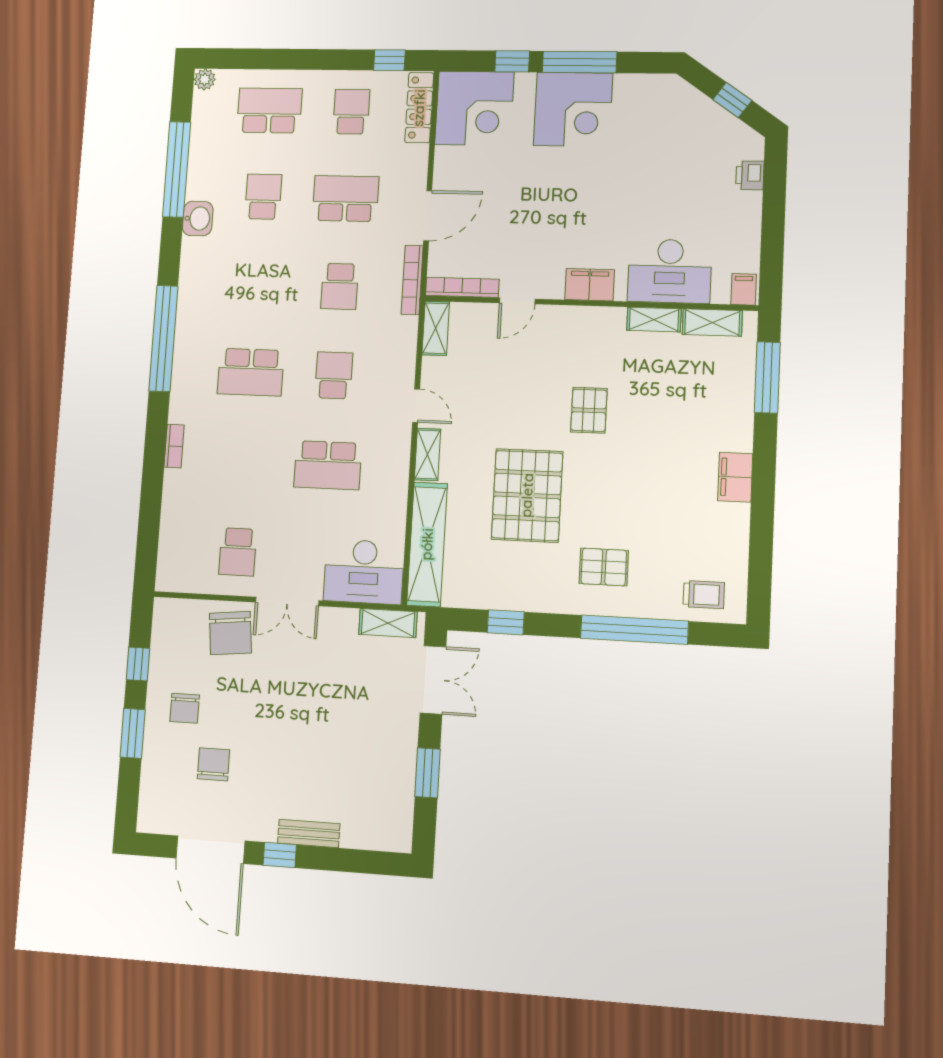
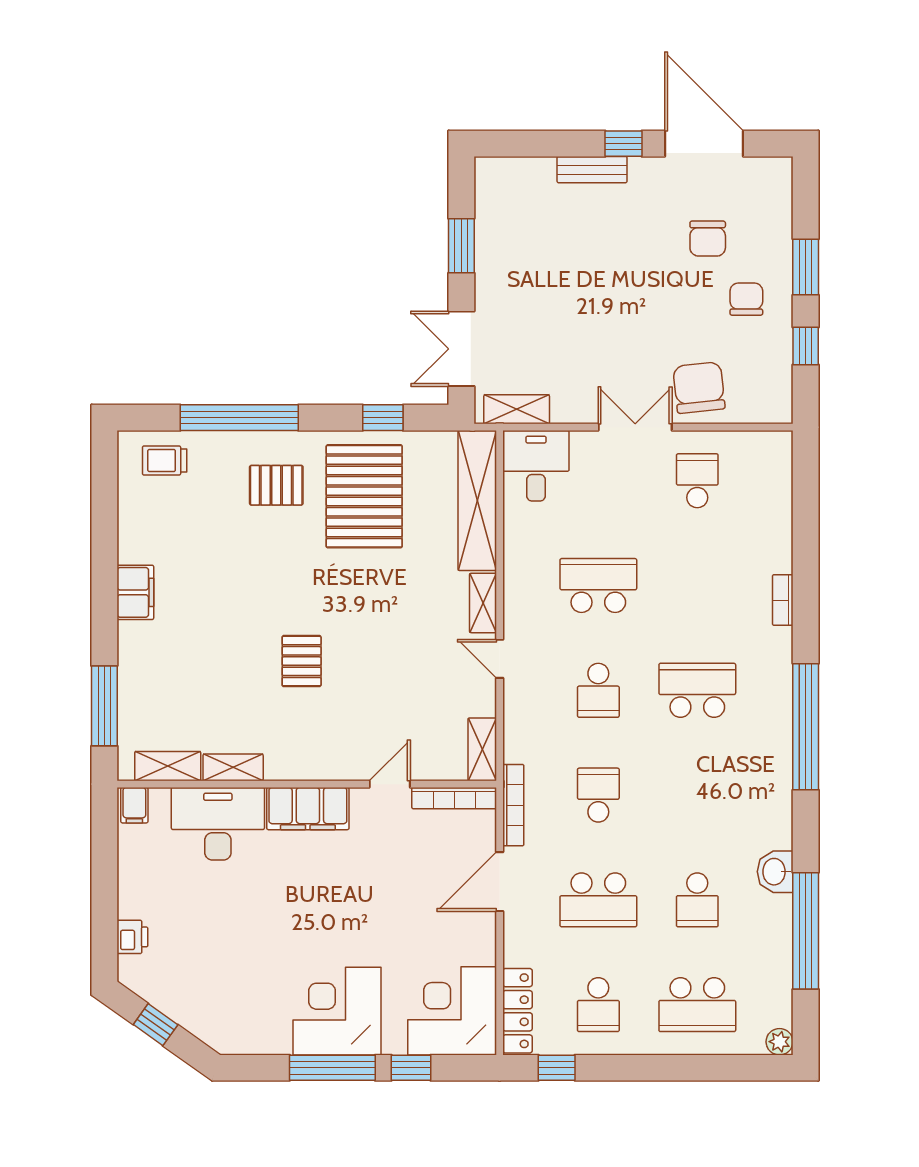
filing cabinet: (590, 285) -> (308, 809), width x1.50, depth x1.17
pallet: (527, 495) -> (364, 496), moved
desk: (364, 572) -> (536, 466), width x0.73

